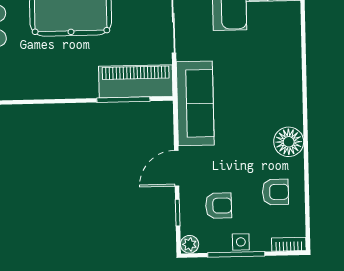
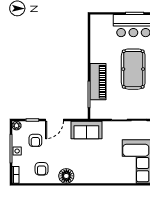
piano: (136, 81) -> (98, 82), moved
sofa: (195, 103) -> (86, 130), width x0.73
door: (177, 168) -> (54, 120), swing flipped

